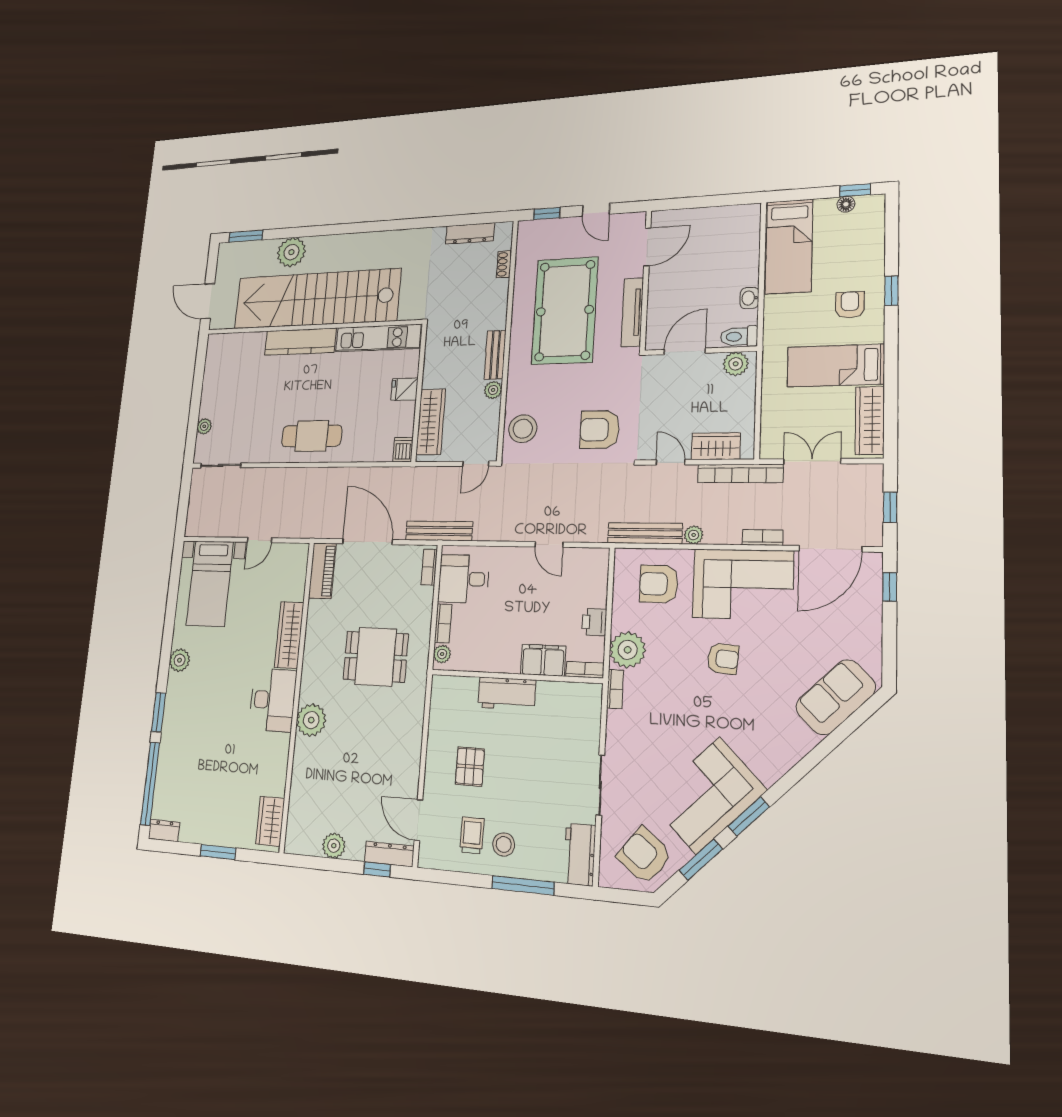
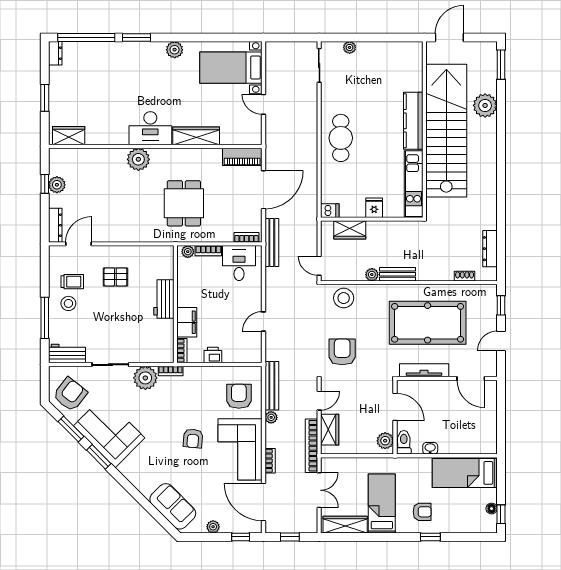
wardrobe: (431, 422) -> (350, 230), width x0.67
plant: (872, 632) -> (213, 527), added
plant: (628, 650) -> (145, 378), moved
window: (377, 869) -> (45, 184), moved

